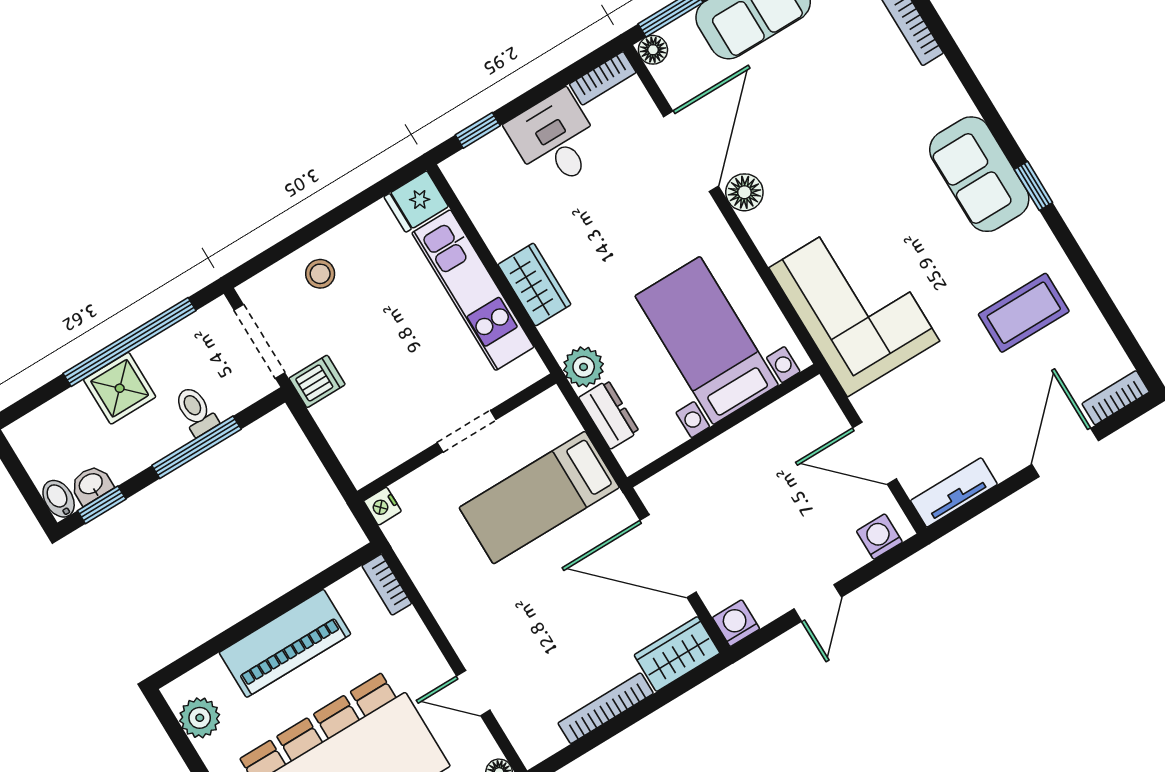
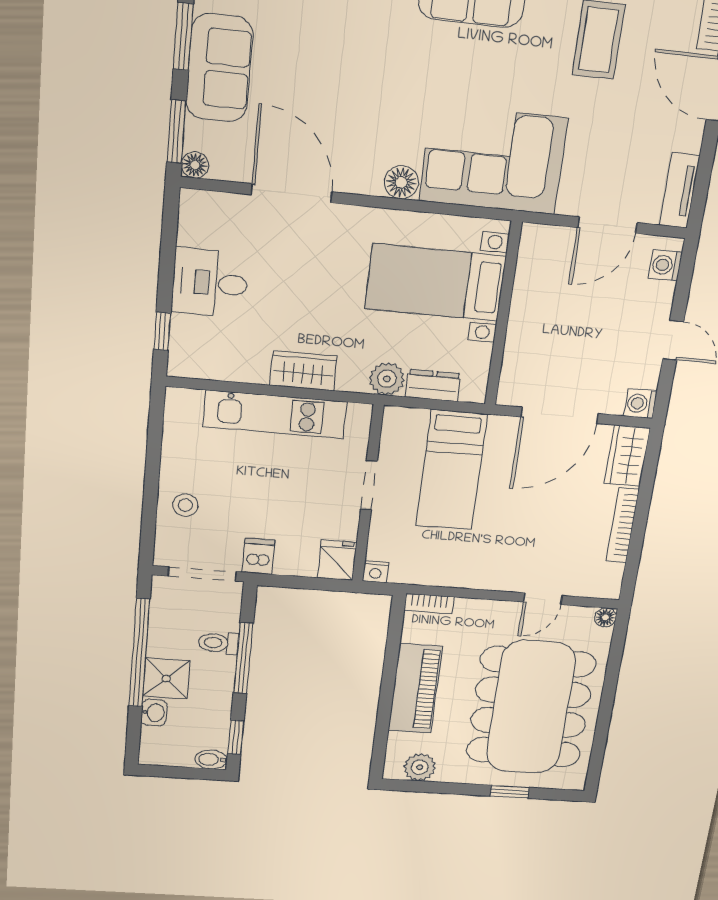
bookcase: (603, 78) -> (189, 217), removed
floor lamp: (744, 192) -> (401, 182), moved
fridge: (416, 202) -> (337, 560), moved, turned 180
washbasin: (91, 485) -> (154, 713), moved, turned 180

